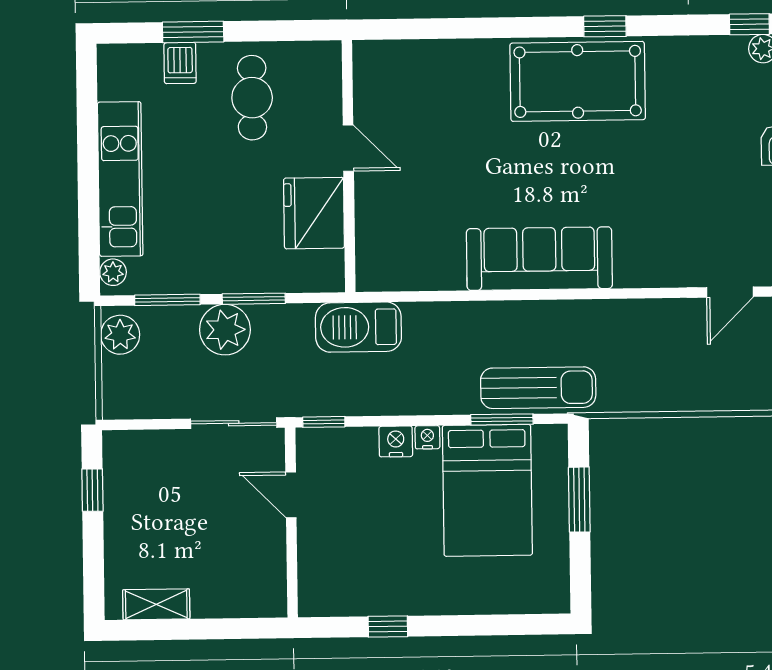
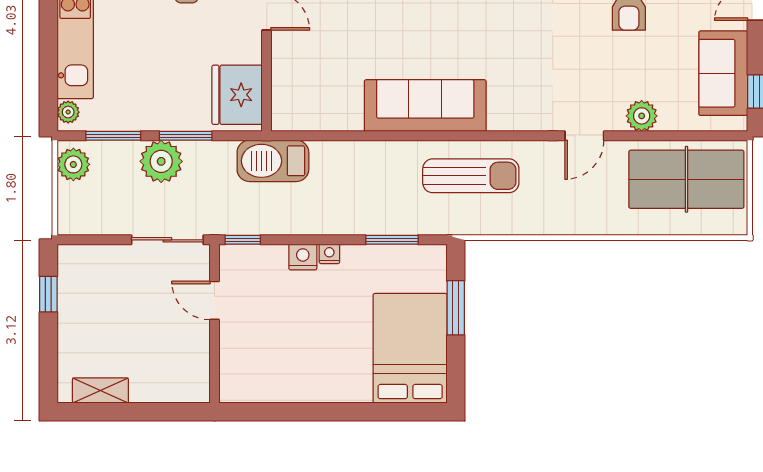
fridge: (314, 213) -> (237, 95), moved
sun lounger: (538, 388) -> (471, 176), moved
bed: (487, 490) -> (410, 348), moved, turned 180
window: (388, 626) -> (294, 412), removed

